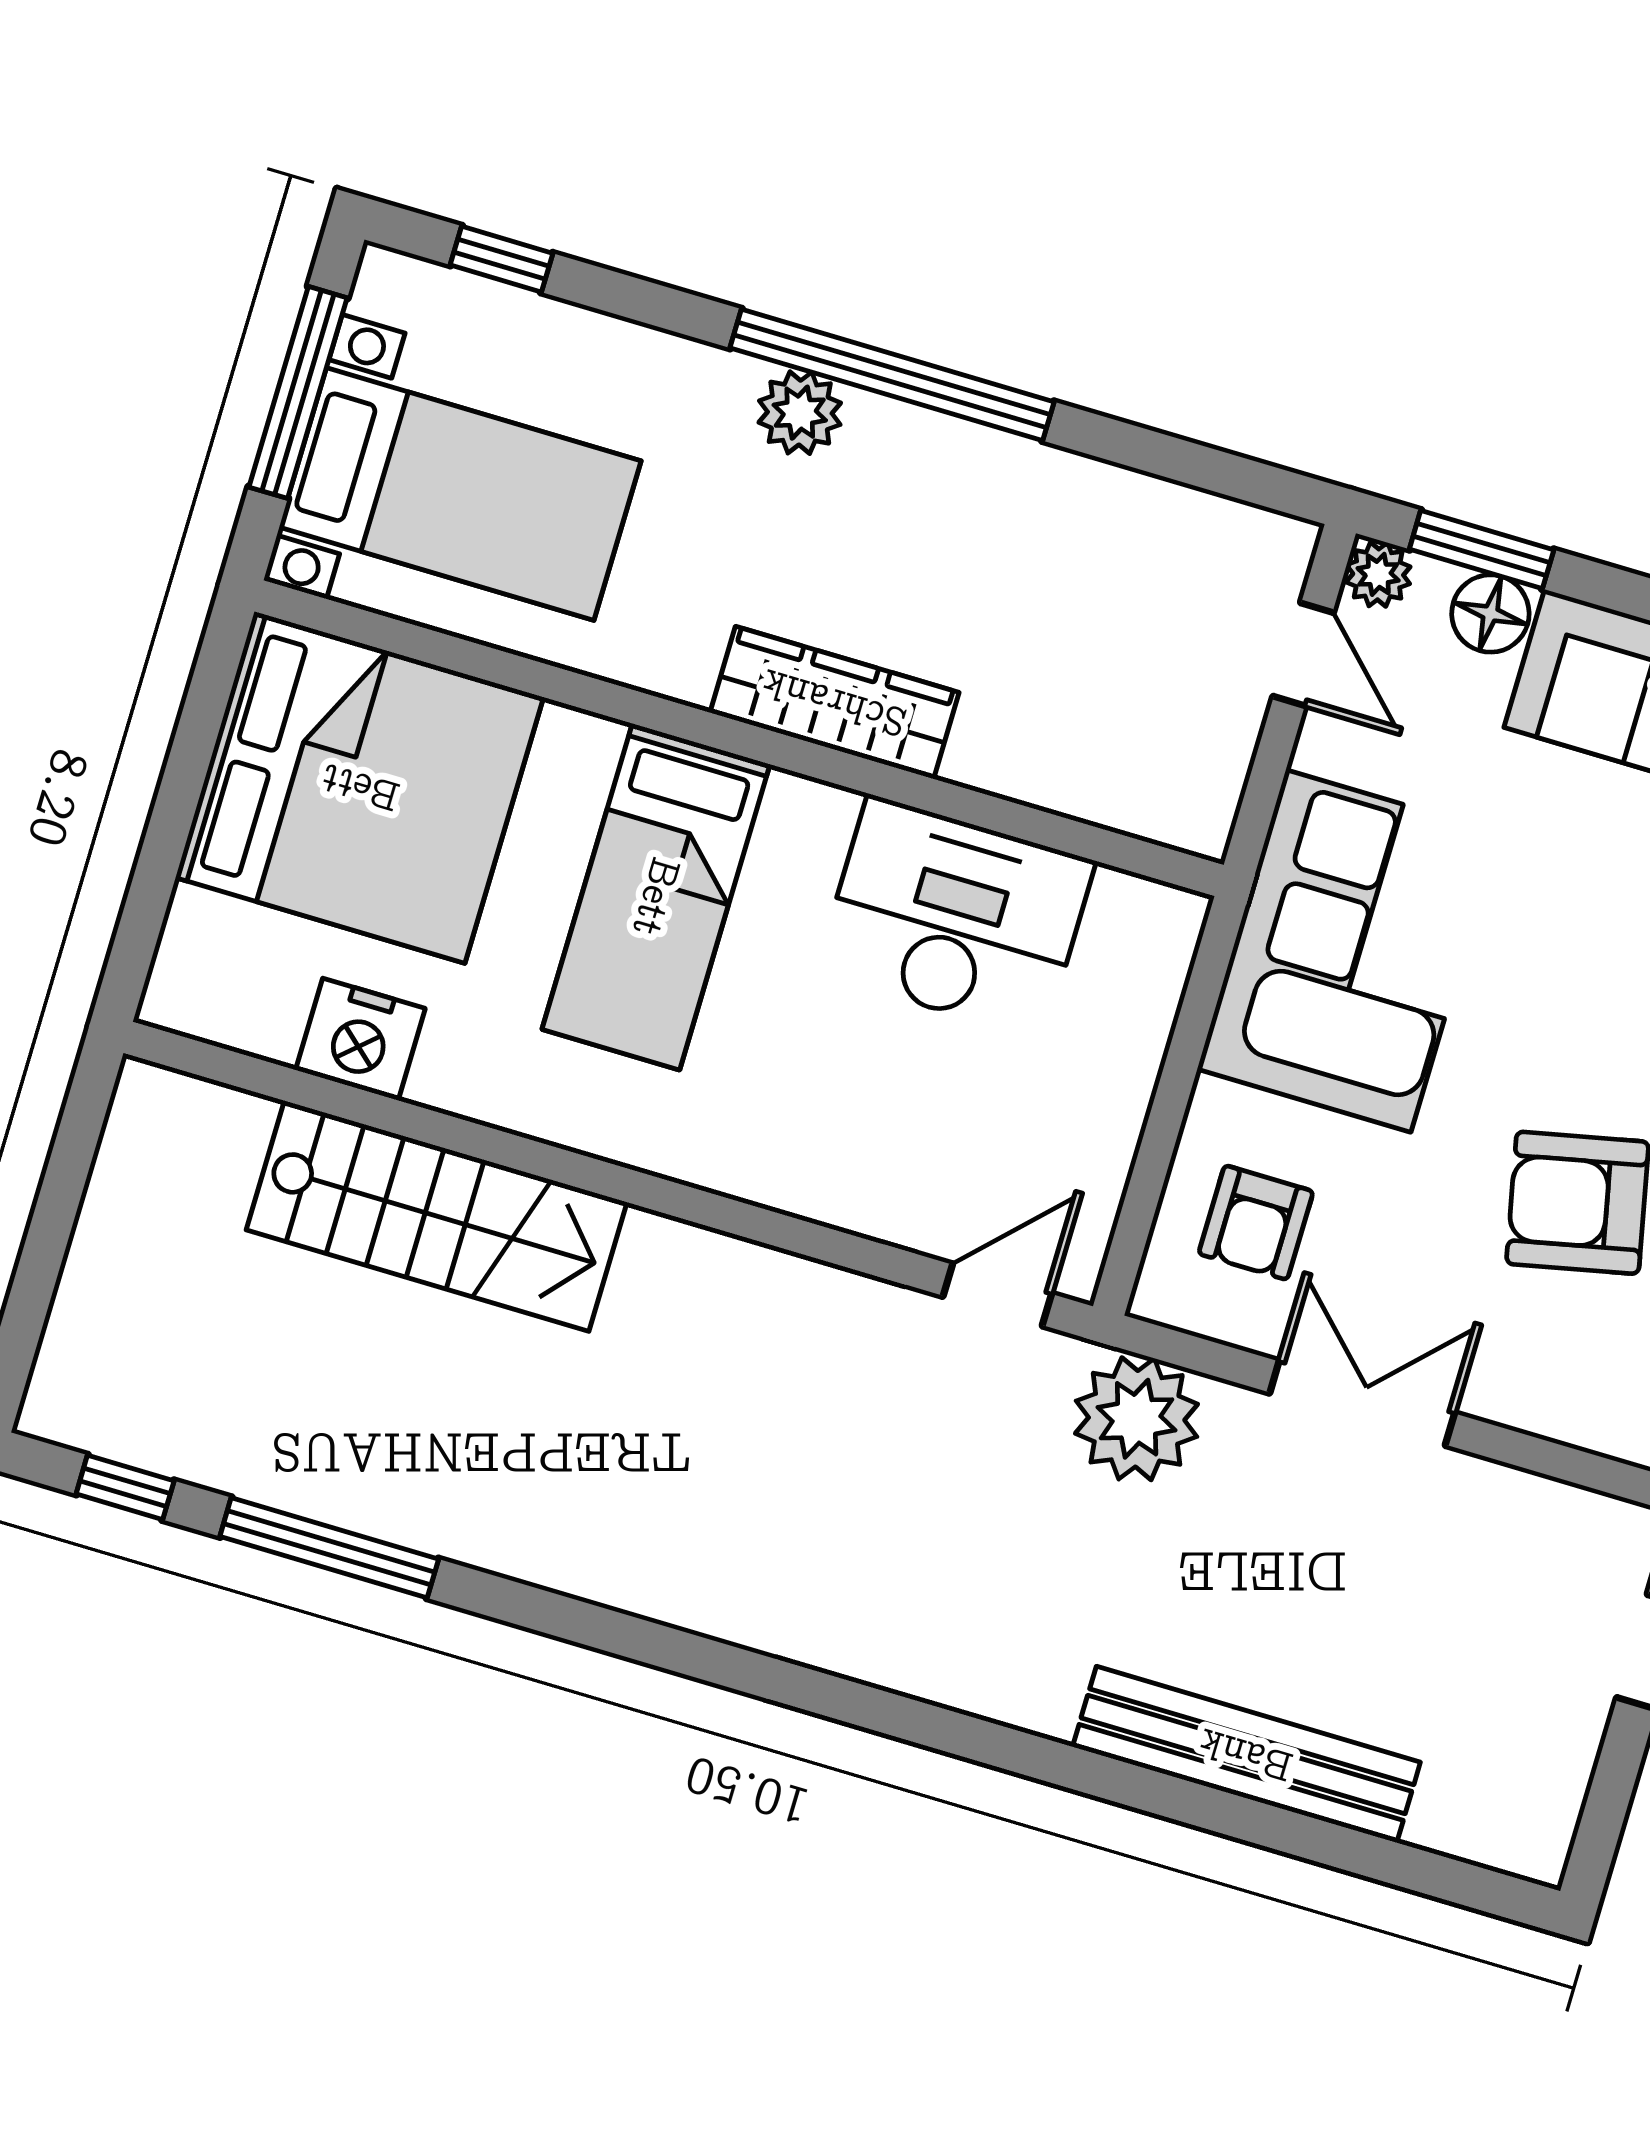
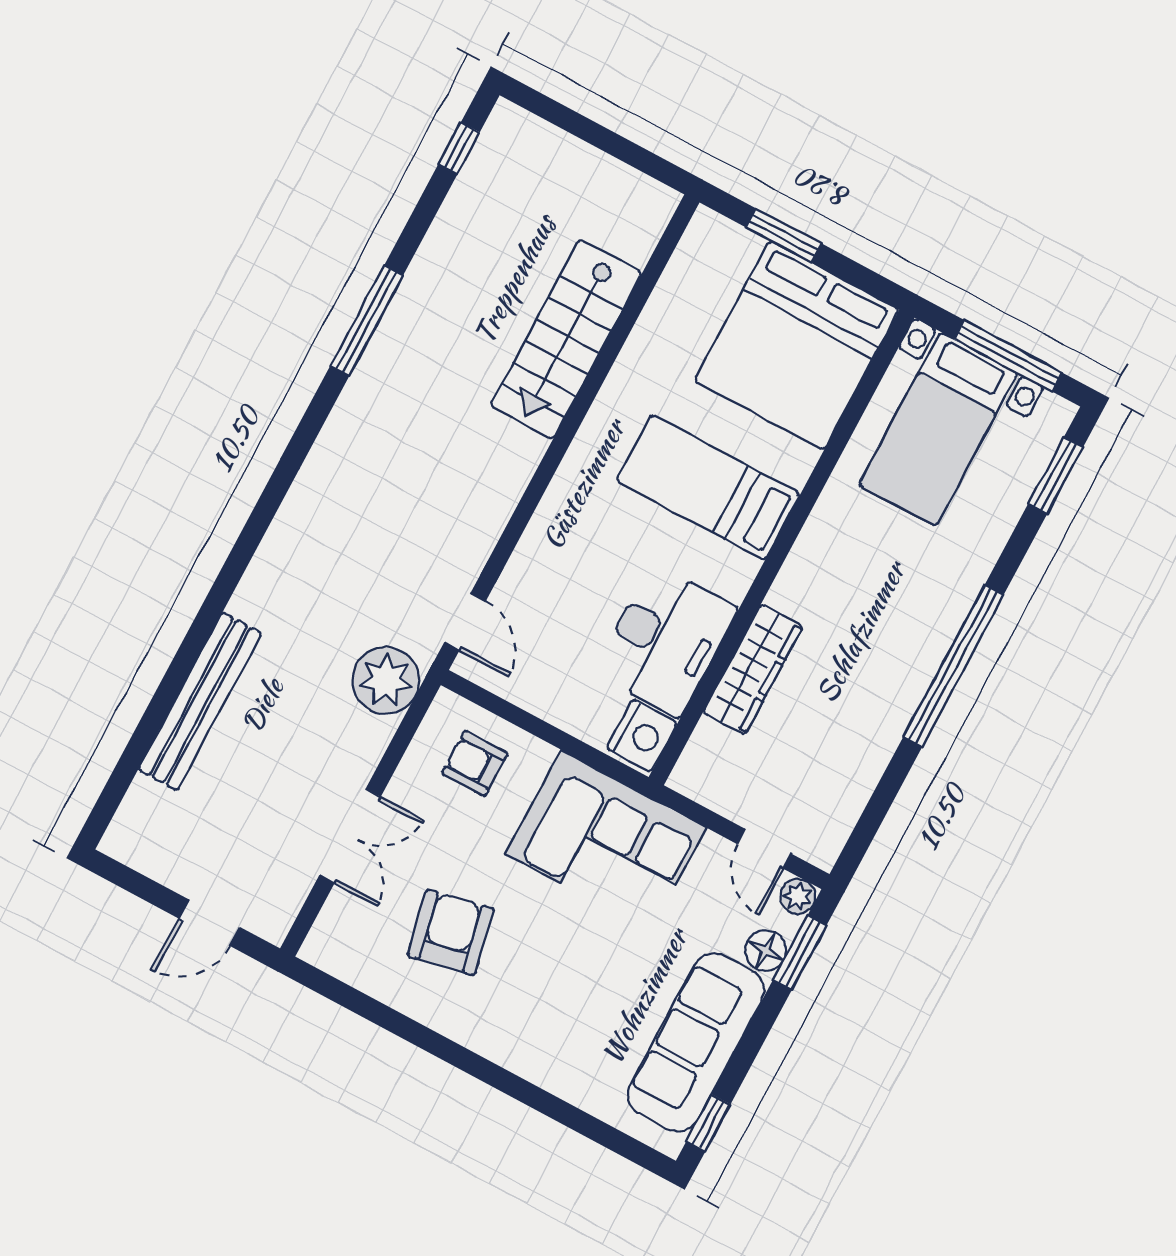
window: (501, 259) -> (1055, 476), width x1.50
plant: (800, 413) -> (944, 614), removed
door: (1303, 654) -> (764, 849), hinge flipped
wardrobe: (834, 703) -> (753, 669), moved
window: (162, 853) -> (784, 236), added
nightstand: (360, 1039) -> (642, 736), moved, turned 180
double door: (1362, 1403) -> (350, 836), moved
window: (329, 1548) -> (367, 321), moved

